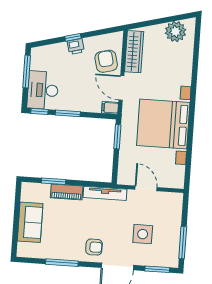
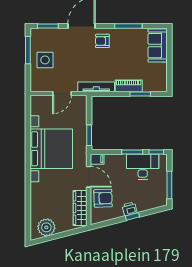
armchair: (106, 61) -> (103, 198), turned -78
desk: (43, 90) -> (143, 167), moved, turned -90
door: (146, 188) -> (62, 93), hinge flipped
sofa: (30, 222) -> (158, 46), moved
side table: (143, 234) -> (45, 60), moved

